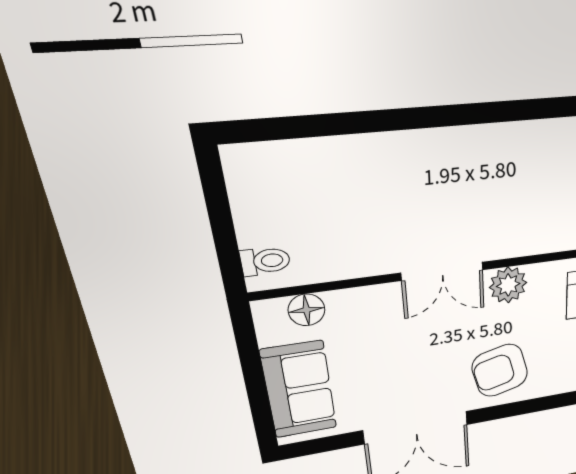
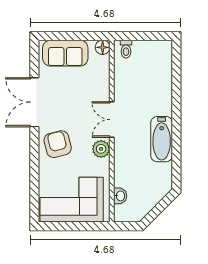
bathtub: (483, 151) -> (162, 139), added
floor lamp: (307, 310) -> (103, 47), moved

